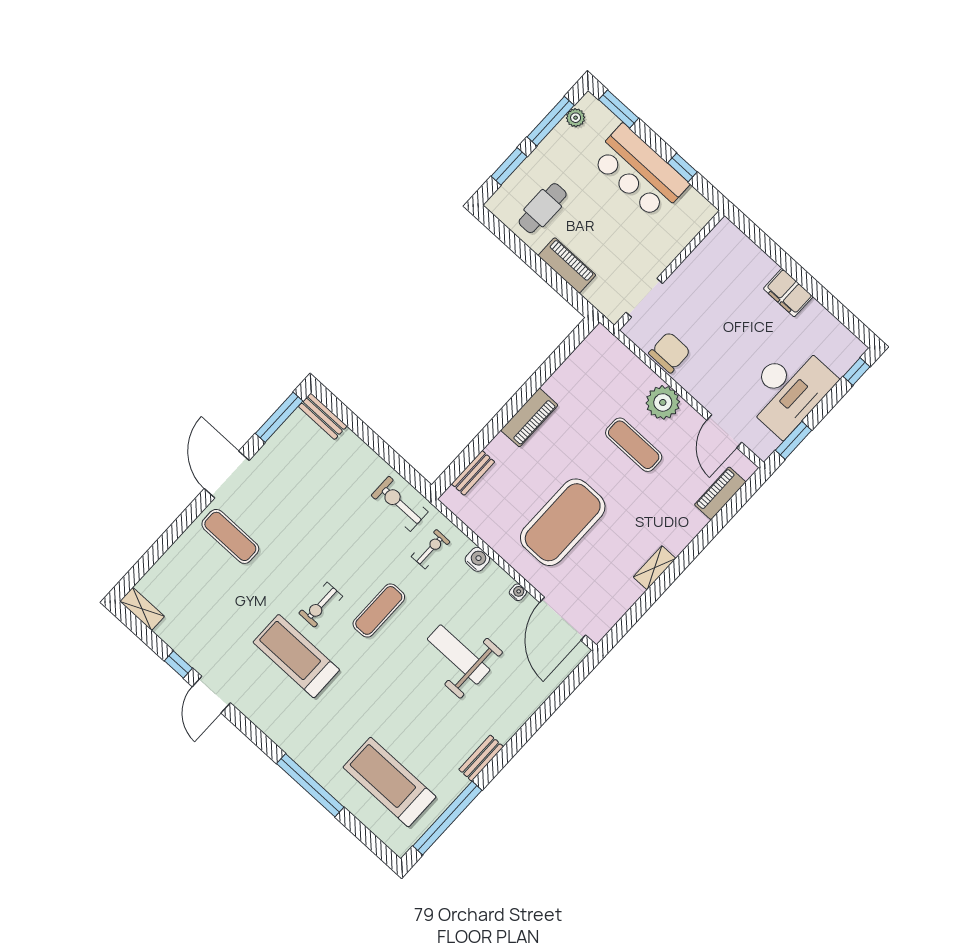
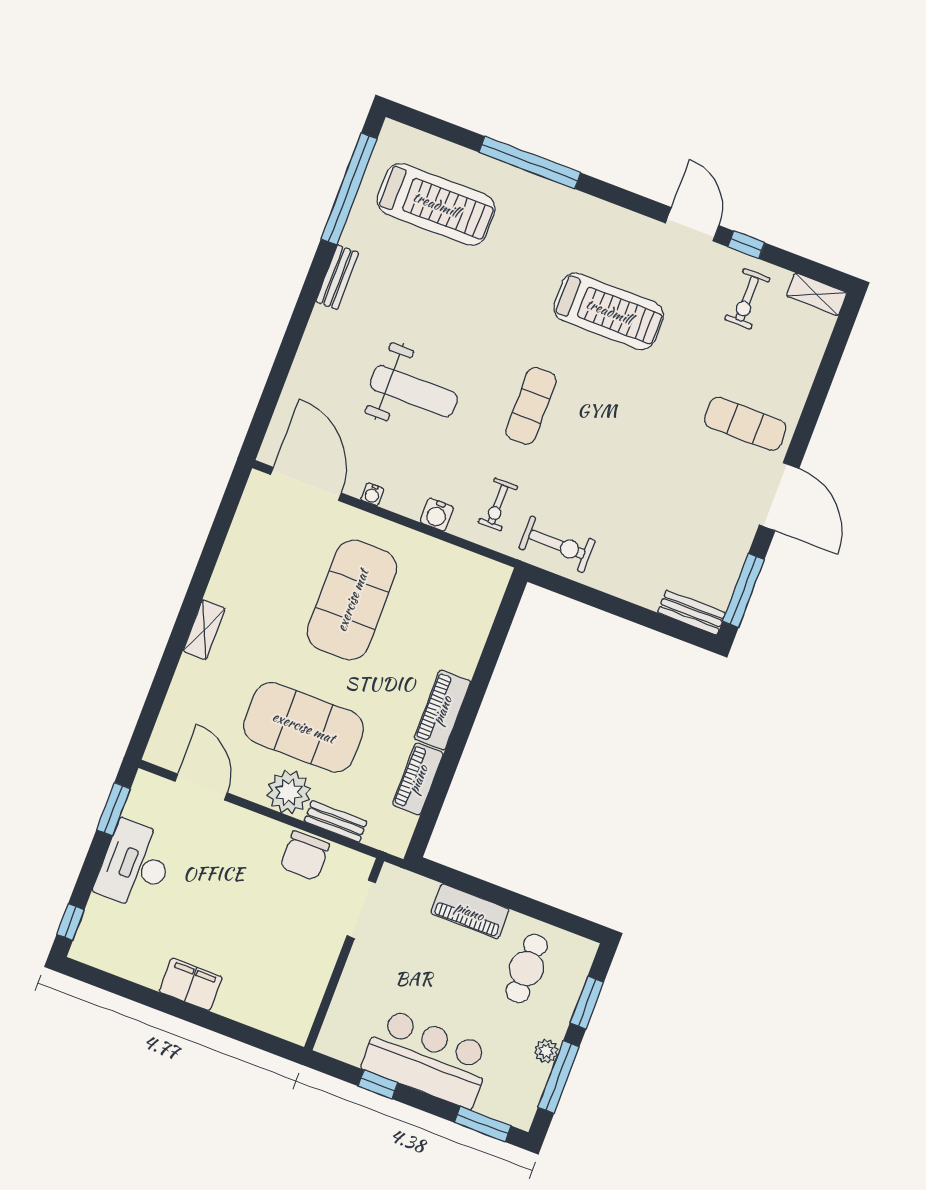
plant: (576, 118) -> (546, 1051), moved
desk: (788, 389) -> (135, 865), width x0.73, depth x0.77
exercise mat: (634, 445) -> (304, 727), width x2.00, depth x1.45
bench: (473, 473) -> (336, 821), moved, turned 90
piano: (720, 493) -> (418, 779), moved, turned 180
shelving: (655, 568) -> (204, 630), moved
exercise bike: (321, 605) -> (747, 299), moved, turned 180

